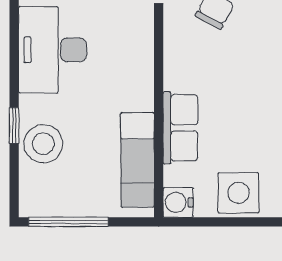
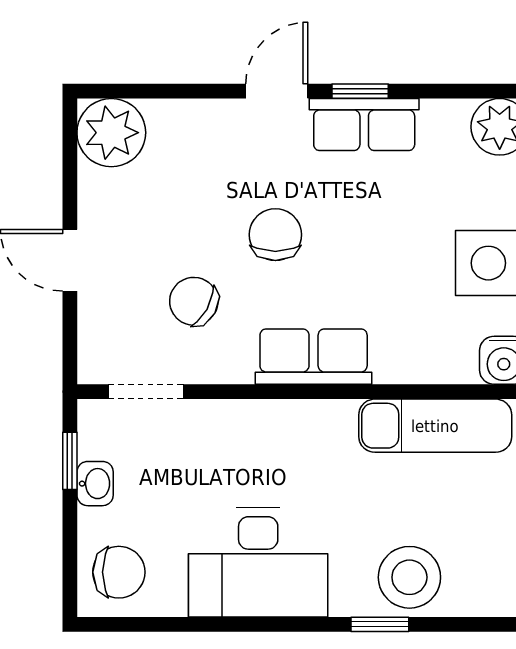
chair: (256, 61) -> (275, 235), added
row of seats: (180, 128) -> (314, 357), moved

